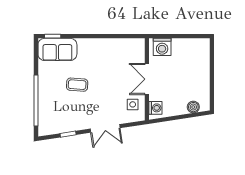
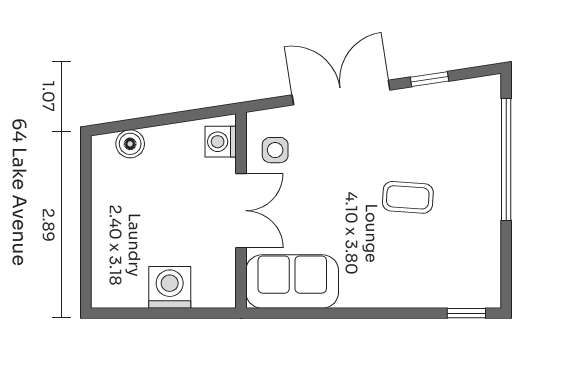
washing machine: (162, 47) -> (170, 287), moved
sofa: (57, 49) -> (292, 281), moved
double door: (105, 128) -> (341, 93), width x1.37

